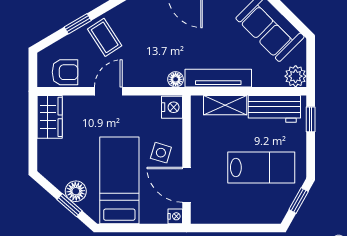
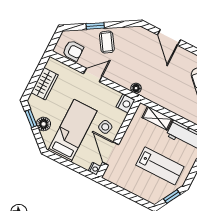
tv unit: (218, 78) -> (161, 100), removed
wardrobe: (50, 117) -> (45, 84), moved
window: (69, 205) -> (31, 119), moved

